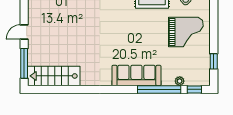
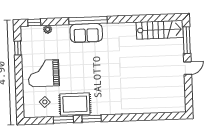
sofa: (136, 75) -> (86, 33), width x0.73
window: (159, 89) -> (88, 20), moved

